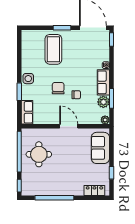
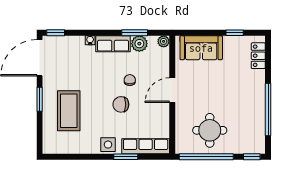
coffee table: (53, 49) -> (69, 111), turned 90
row of seats: (27, 112) -> (146, 146), width x1.48

